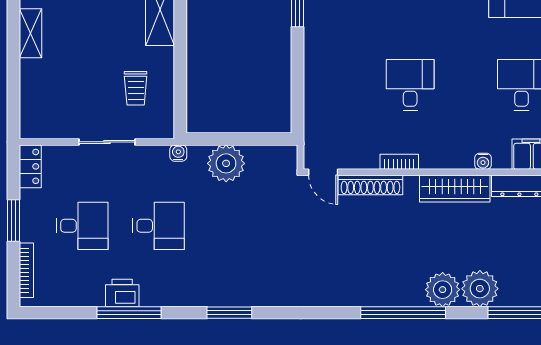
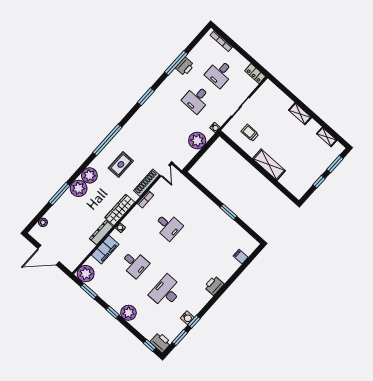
door: (323, 172) -> (165, 171), swing flipped
window: (14, 221) -> (242, 52), removed
rug: (378, 254) -> (121, 164), added
window: (403, 313) -> (107, 140), moved

